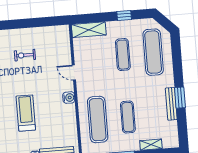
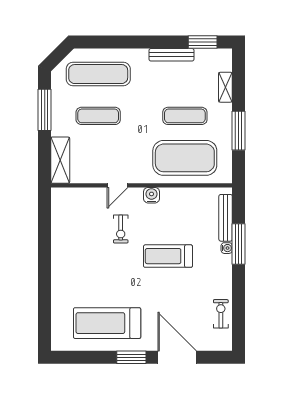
window: (124, 15) -> (45, 110), width x2.17
exercise bike: (25, 55) -> (121, 229), moved
window: (180, 98) -> (203, 42), moved
exercise mat: (98, 119) -> (185, 158), width x1.47

